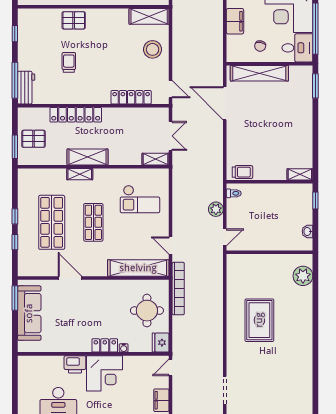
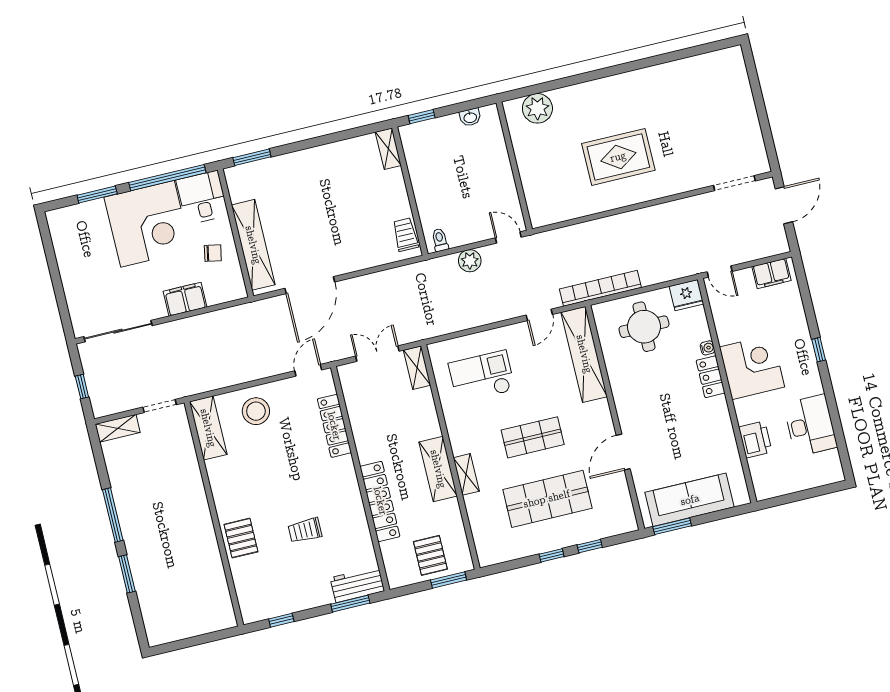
window: (15, 80) -> (350, 604), width x0.69
checkout: (140, 199) -> (482, 377), turned -90
printer: (75, 364) -> (755, 440), moved

